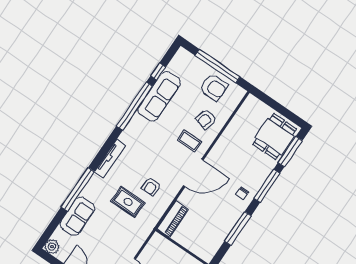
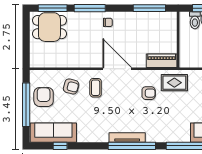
sofa: (159, 96) -> (53, 133), moved
window: (135, 106) -> (132, 146), moved
tv unit: (110, 159) -> (127, 138), moved
rug: (128, 202) -> (174, 83), moved, turned 90
window: (238, 228) -> (149, 8), moved

